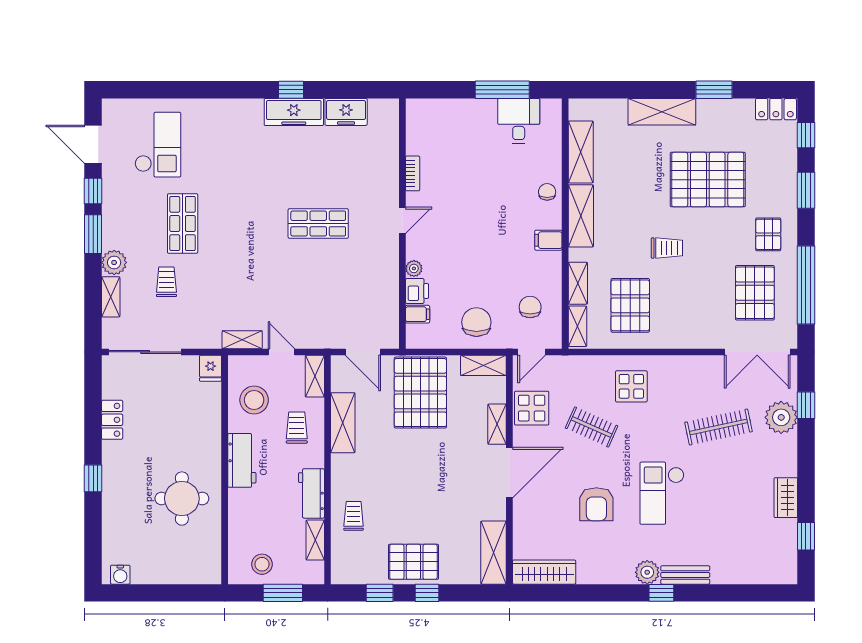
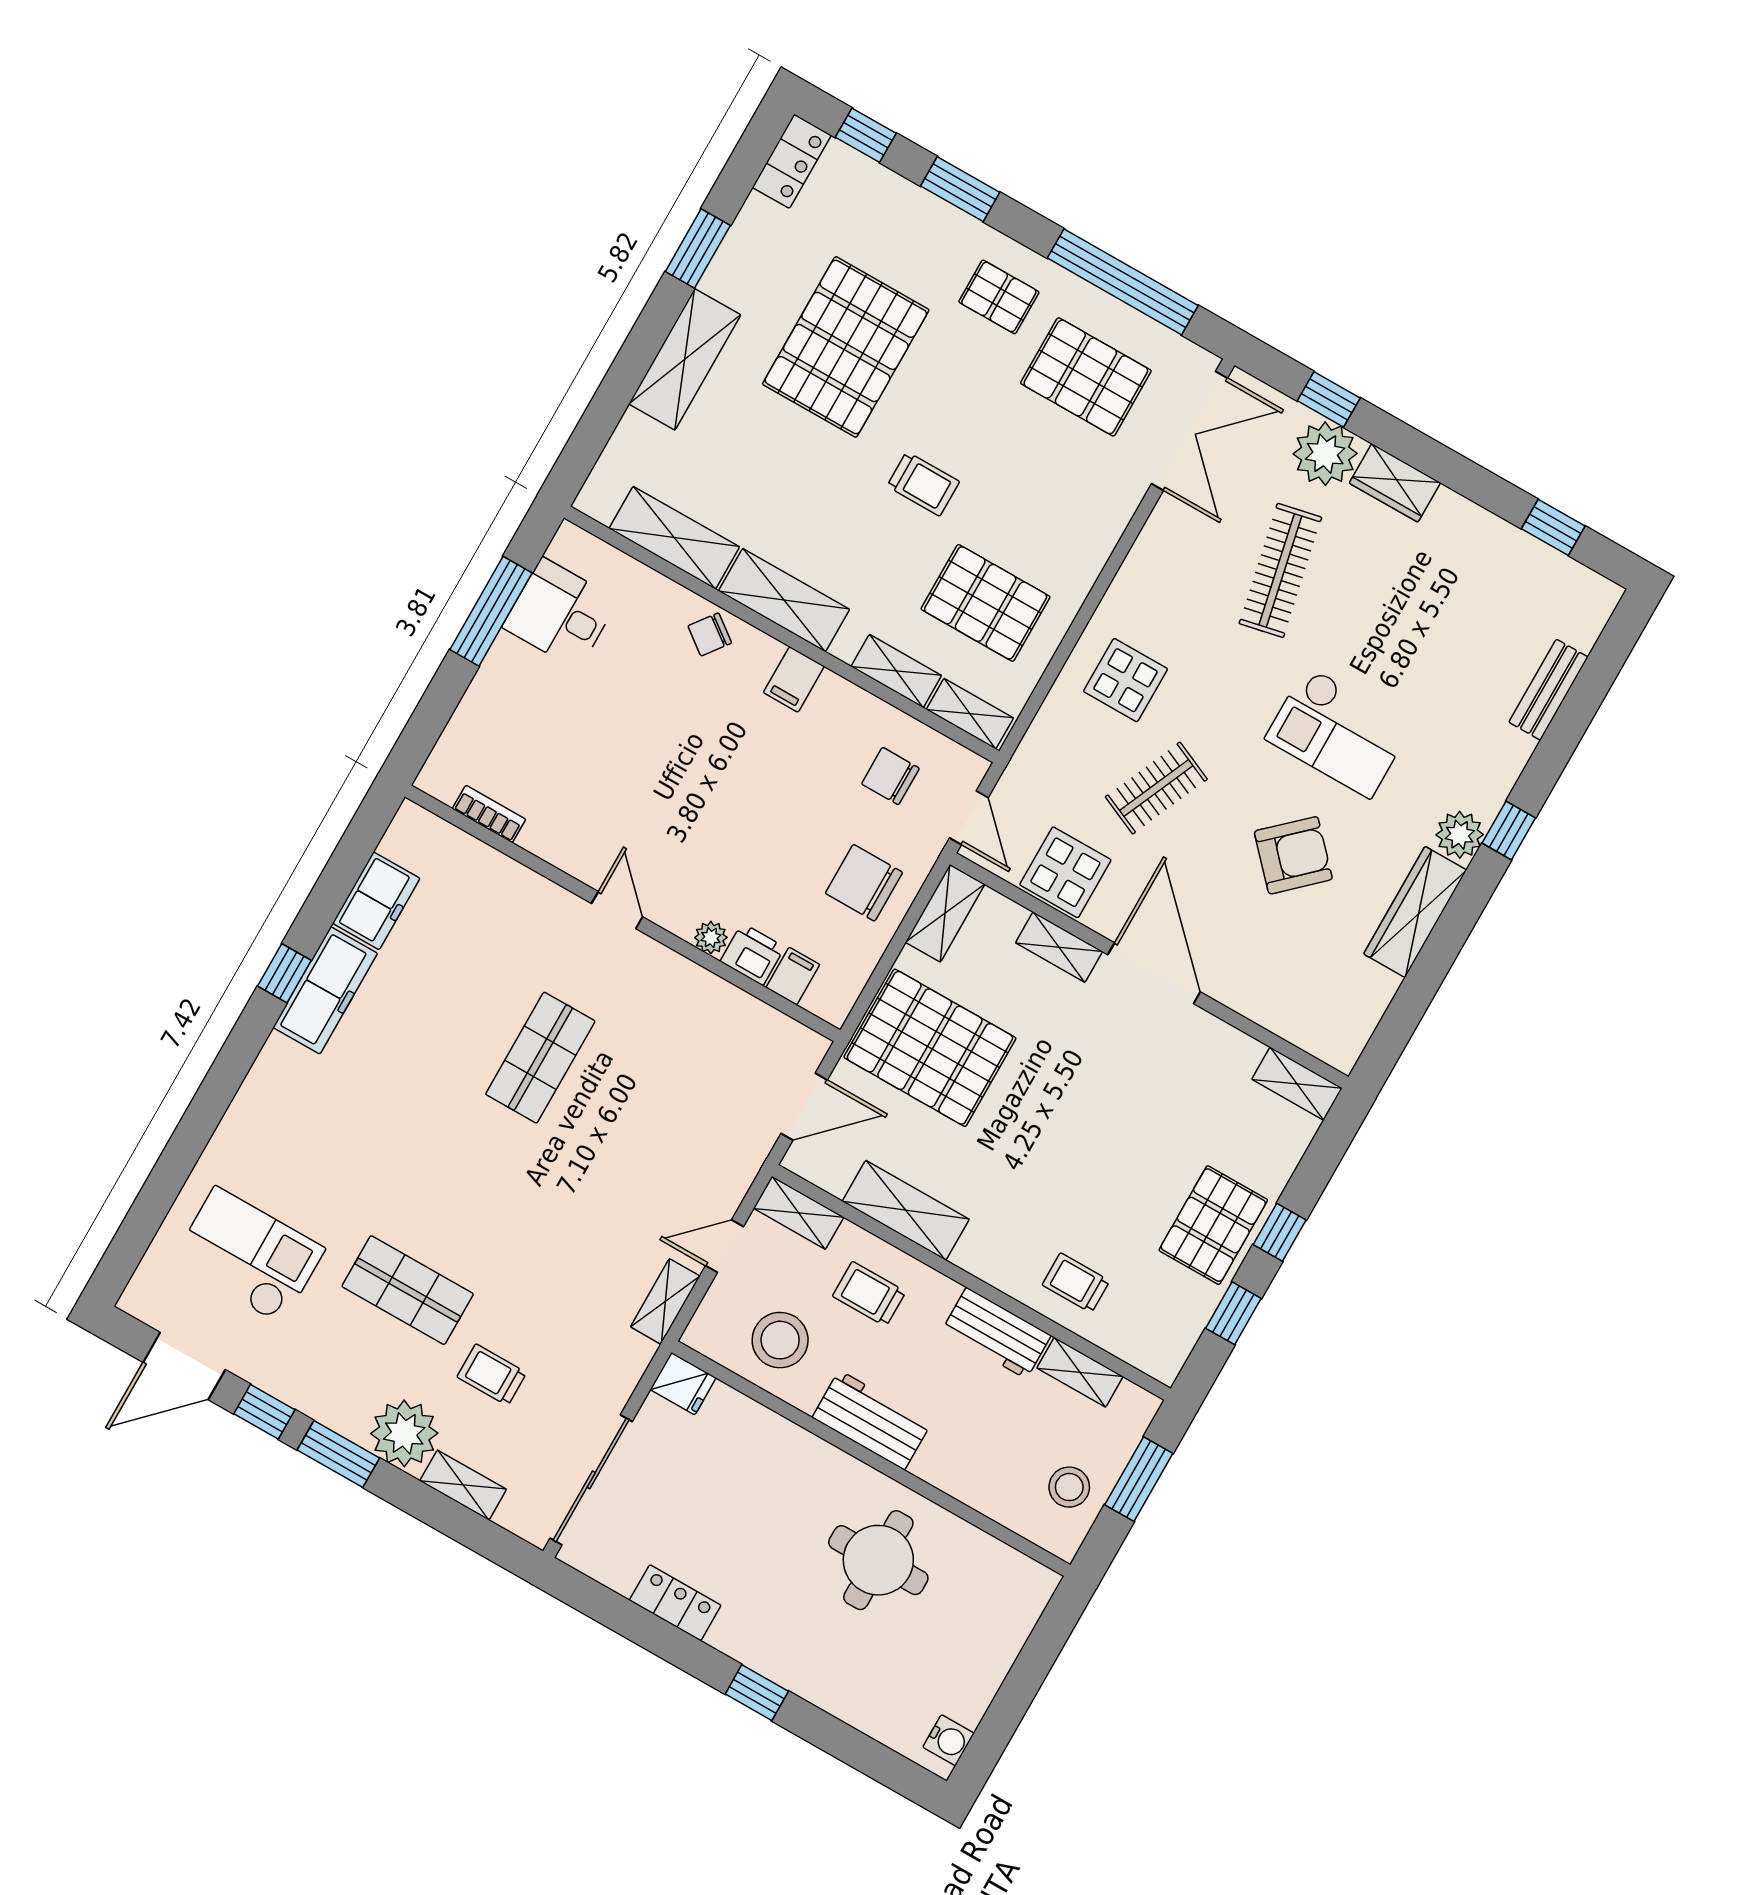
bookcase: (413, 173) -> (489, 814), moved
chair: (547, 192) -> (710, 634), turned -53
trolley: (667, 248) -> (923, 484), turned 90
plant: (114, 262) -> (404, 1433), width x1.36, depth x1.36
wardrobe: (786, 498) -> (1395, 483), moved
armchair: (596, 504) -> (1293, 855), turned -43
shelving: (494, 553) -> (1297, 1084), width x0.67, depth x0.75
wardrobe: (544, 572) -> (1415, 912), moved
bench: (685, 575) -> (1548, 690), moved

